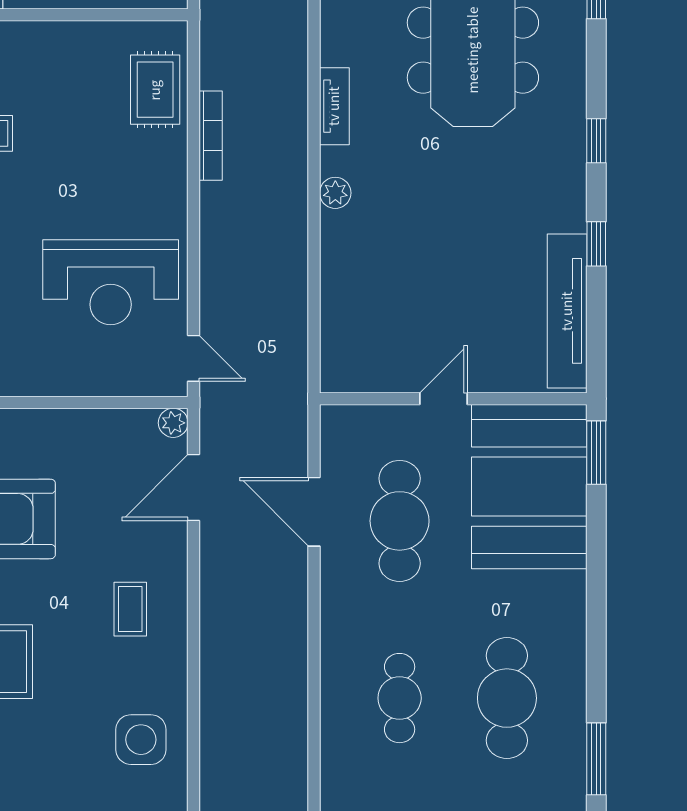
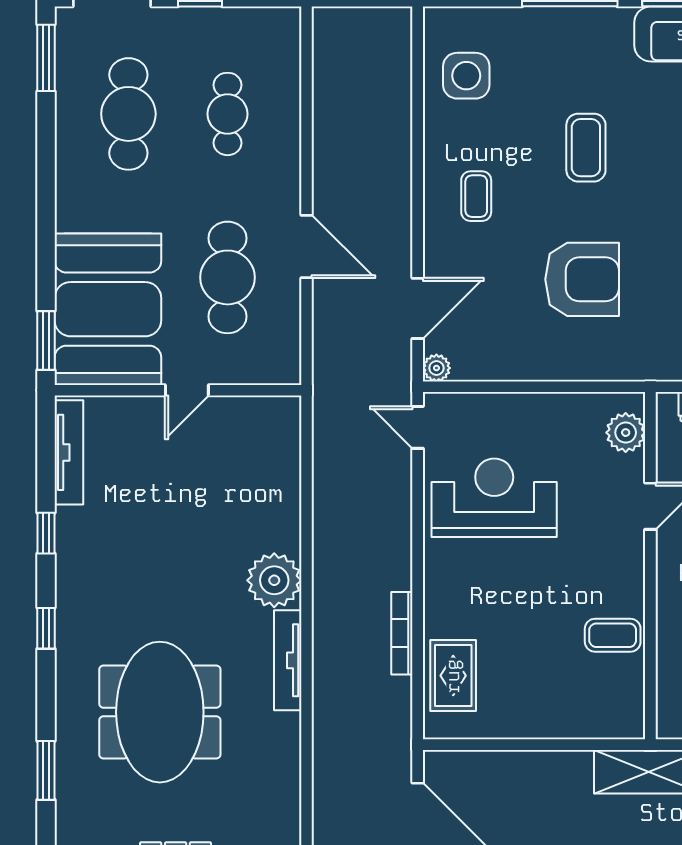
tv unit: (334, 106) -> (288, 660), width x1.41
plant: (335, 193) -> (274, 580), width x1.87, depth x1.87
tv unit: (567, 311) -> (69, 452), width x0.73, depth x0.78
door: (314, 512) -> (307, 247), moved

